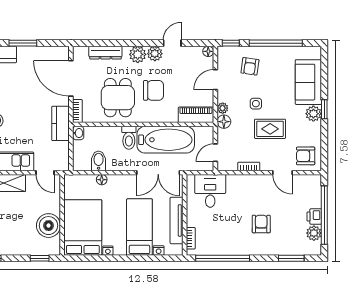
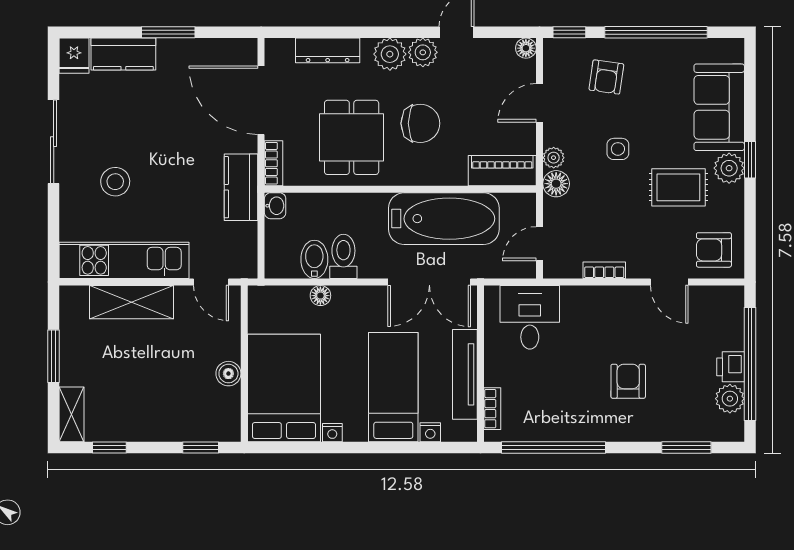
rug: (270, 129) -> (678, 187), moved
toilet: (129, 138) -> (343, 256), moved, turned 180
boiler: (49, 226) -> (228, 374), width x0.54, depth x0.54

